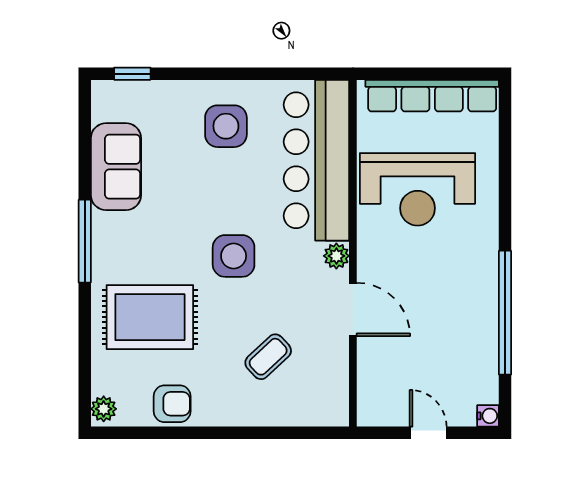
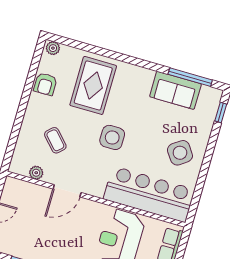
side table: (226, 126) -> (180, 153), turned -35
window: (85, 241) -> (190, 77), moved
plant: (336, 256) -> (36, 173), moved

